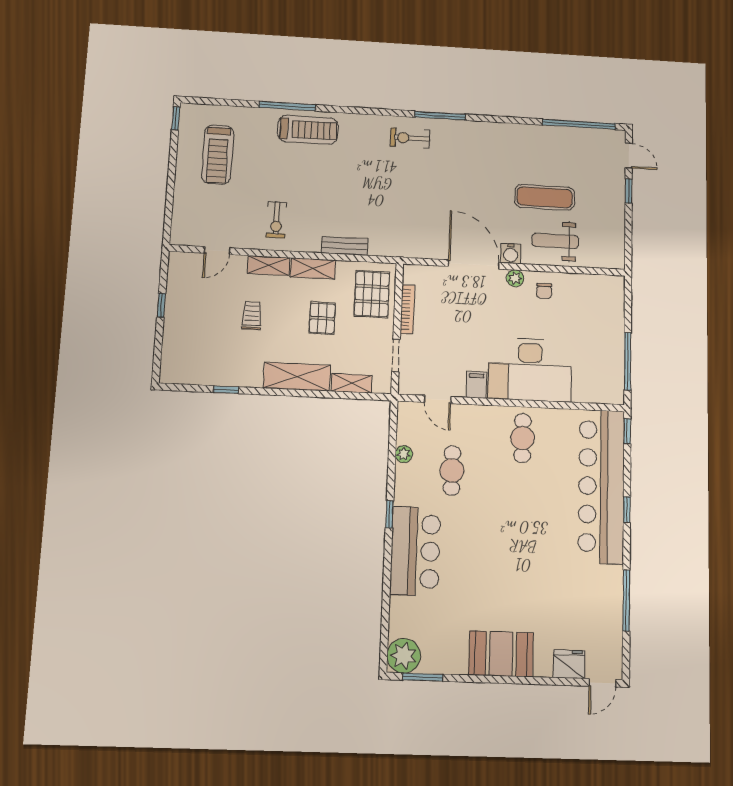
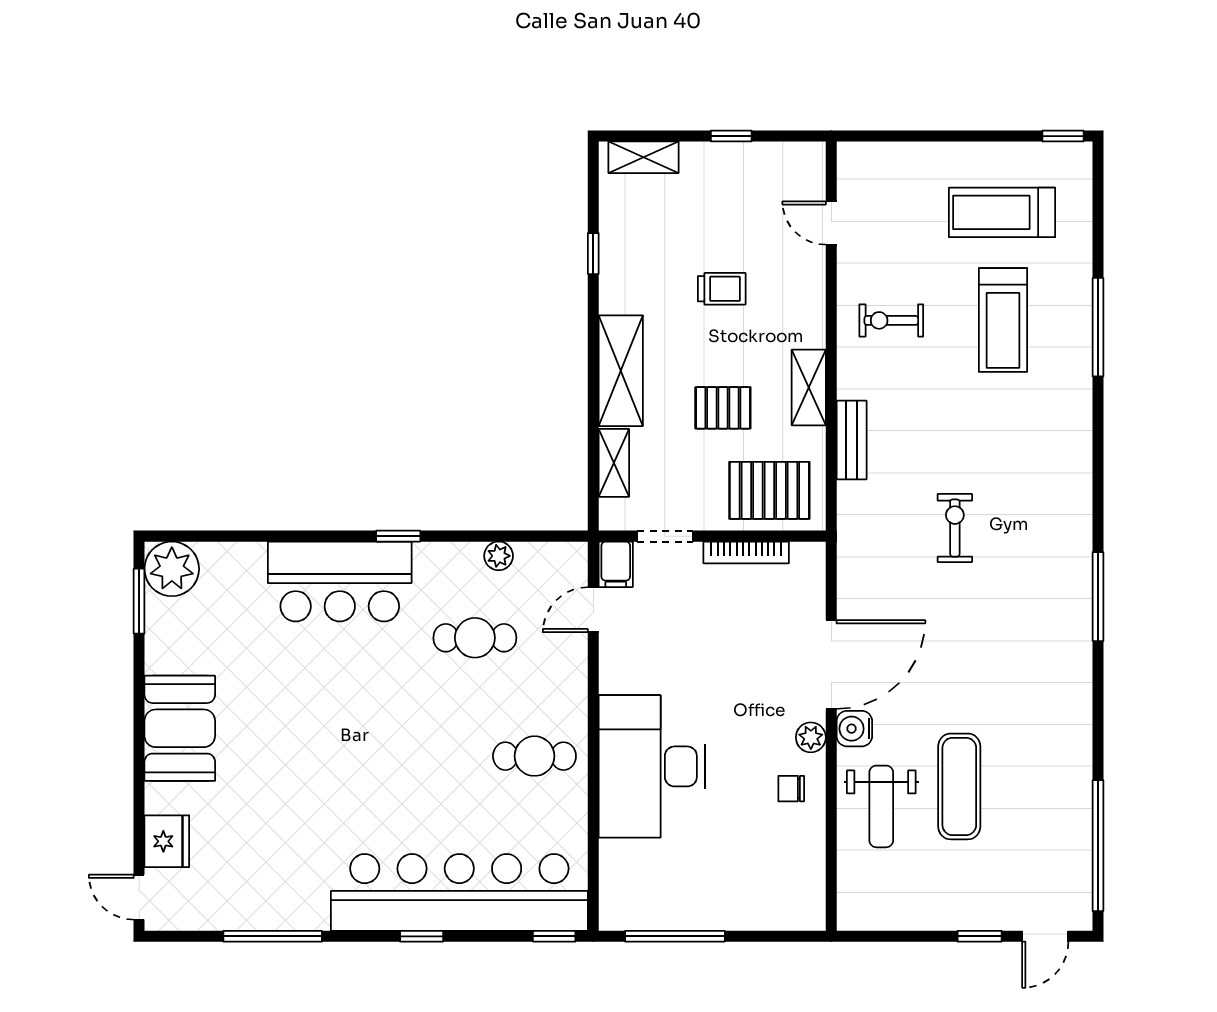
treadmill: (308, 130) -> (1003, 320), moved
exercise bike: (410, 138) -> (955, 528), moved
weight bench: (555, 241) -> (881, 806), turned 180
shelving: (269, 265) -> (644, 157), moved, turned 90
filing cabinet: (476, 385) -> (616, 564), moved, turned 90

